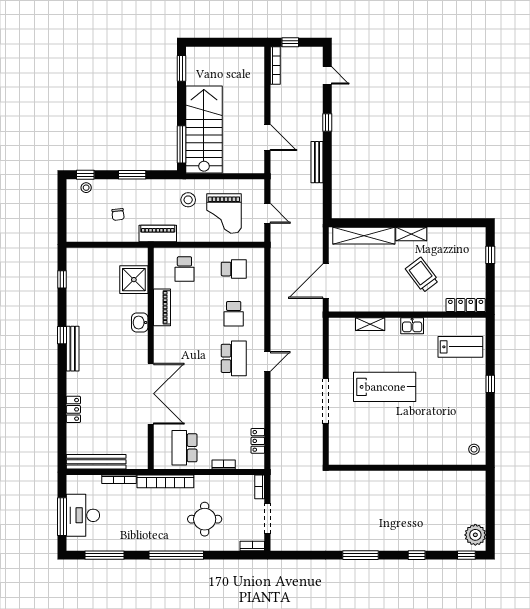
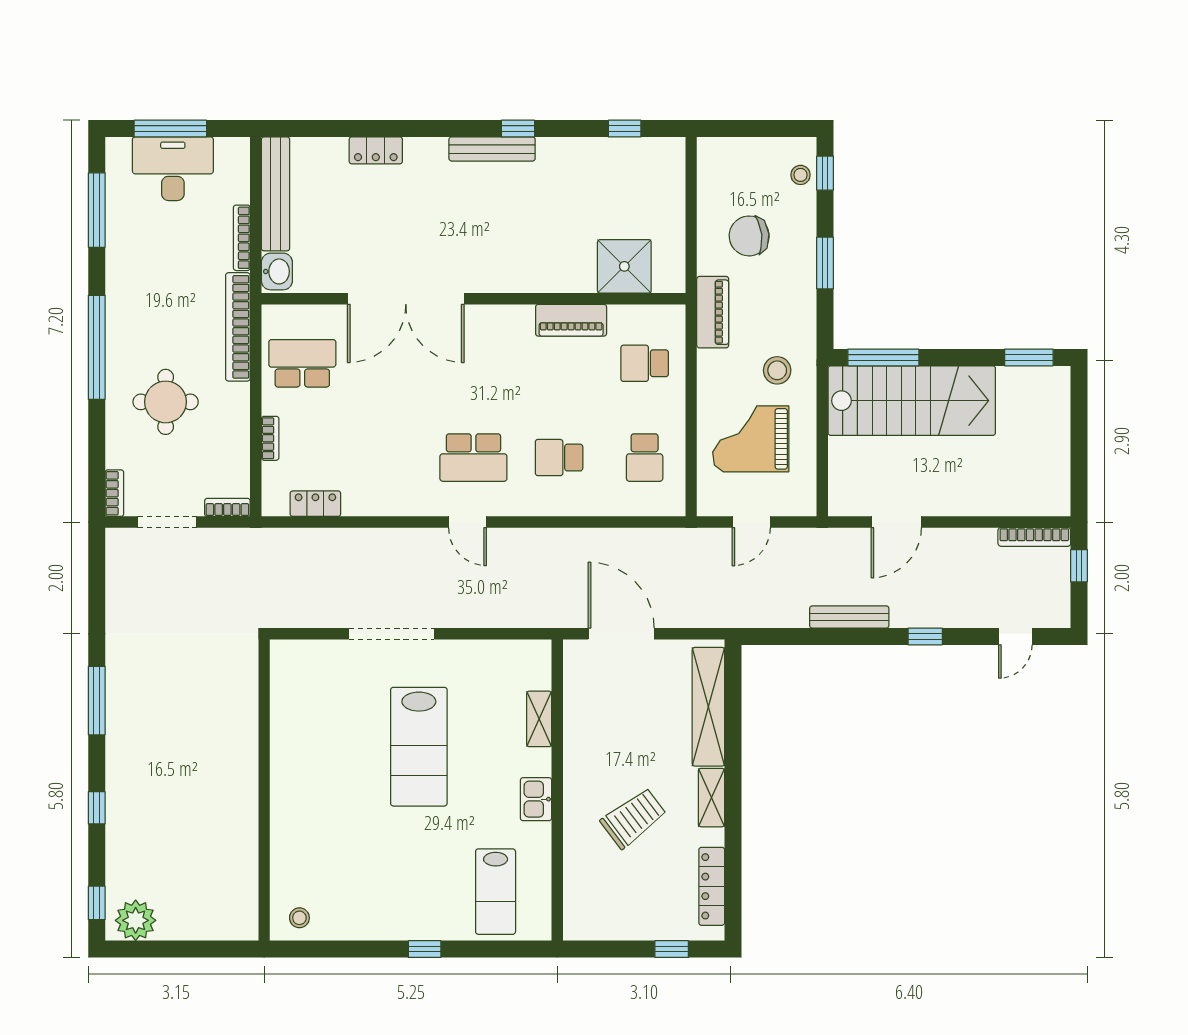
chair: (118, 214) -> (749, 236), width x1.87, depth x1.87
locker: (466, 305) -> (712, 886), moved, turned 180
washbasin: (140, 323) -> (277, 271), moved, turned 90

